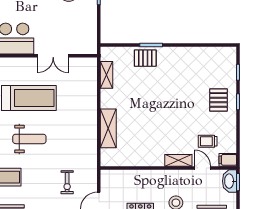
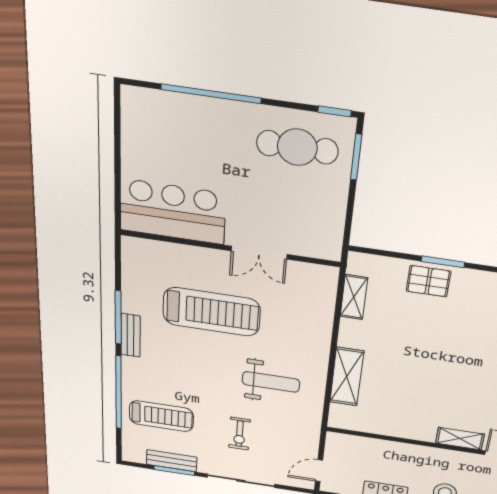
weight bench: (29, 139) -> (271, 382), moved
exercise bike: (67, 182) -> (239, 434), moved

